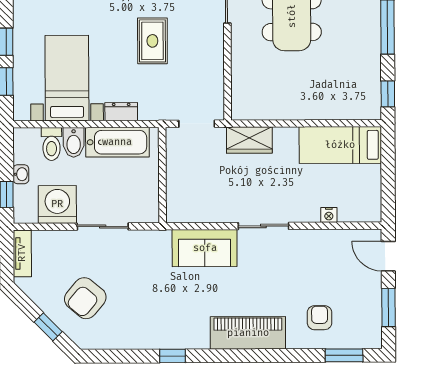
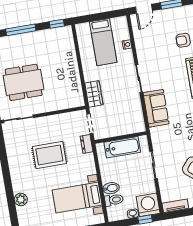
rug: (152, 41) -> (49, 155), width x1.36, depth x1.43
dresser: (121, 112) -> (87, 144), moved
bathtub: (117, 142) -> (122, 147), moved, turned 90
bed: (340, 145) -> (103, 42), moved
washing machine: (57, 204) -> (148, 205), moved, turned 90

